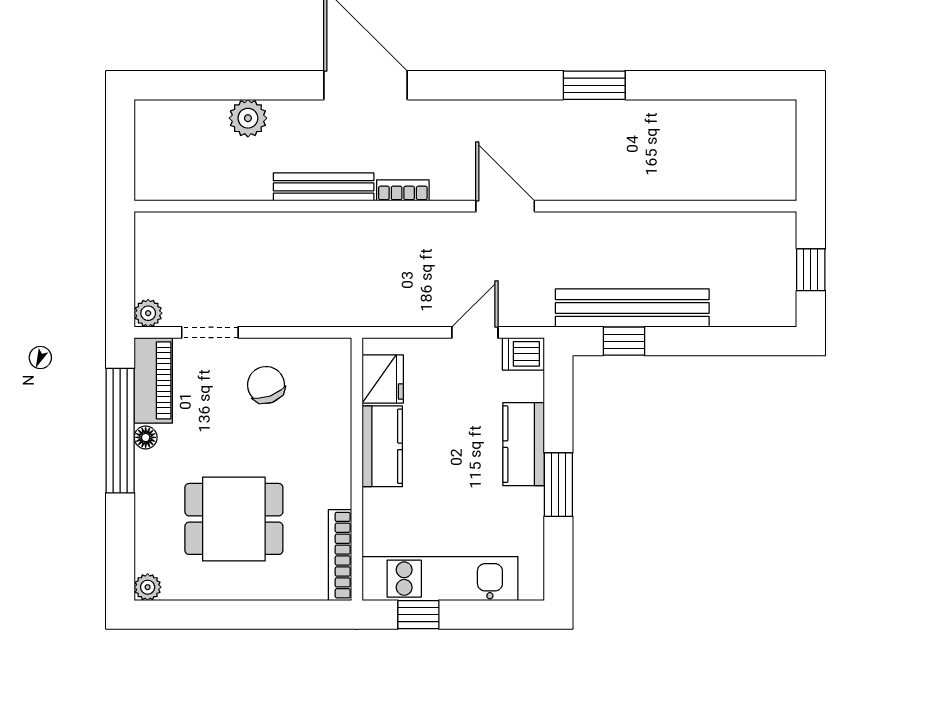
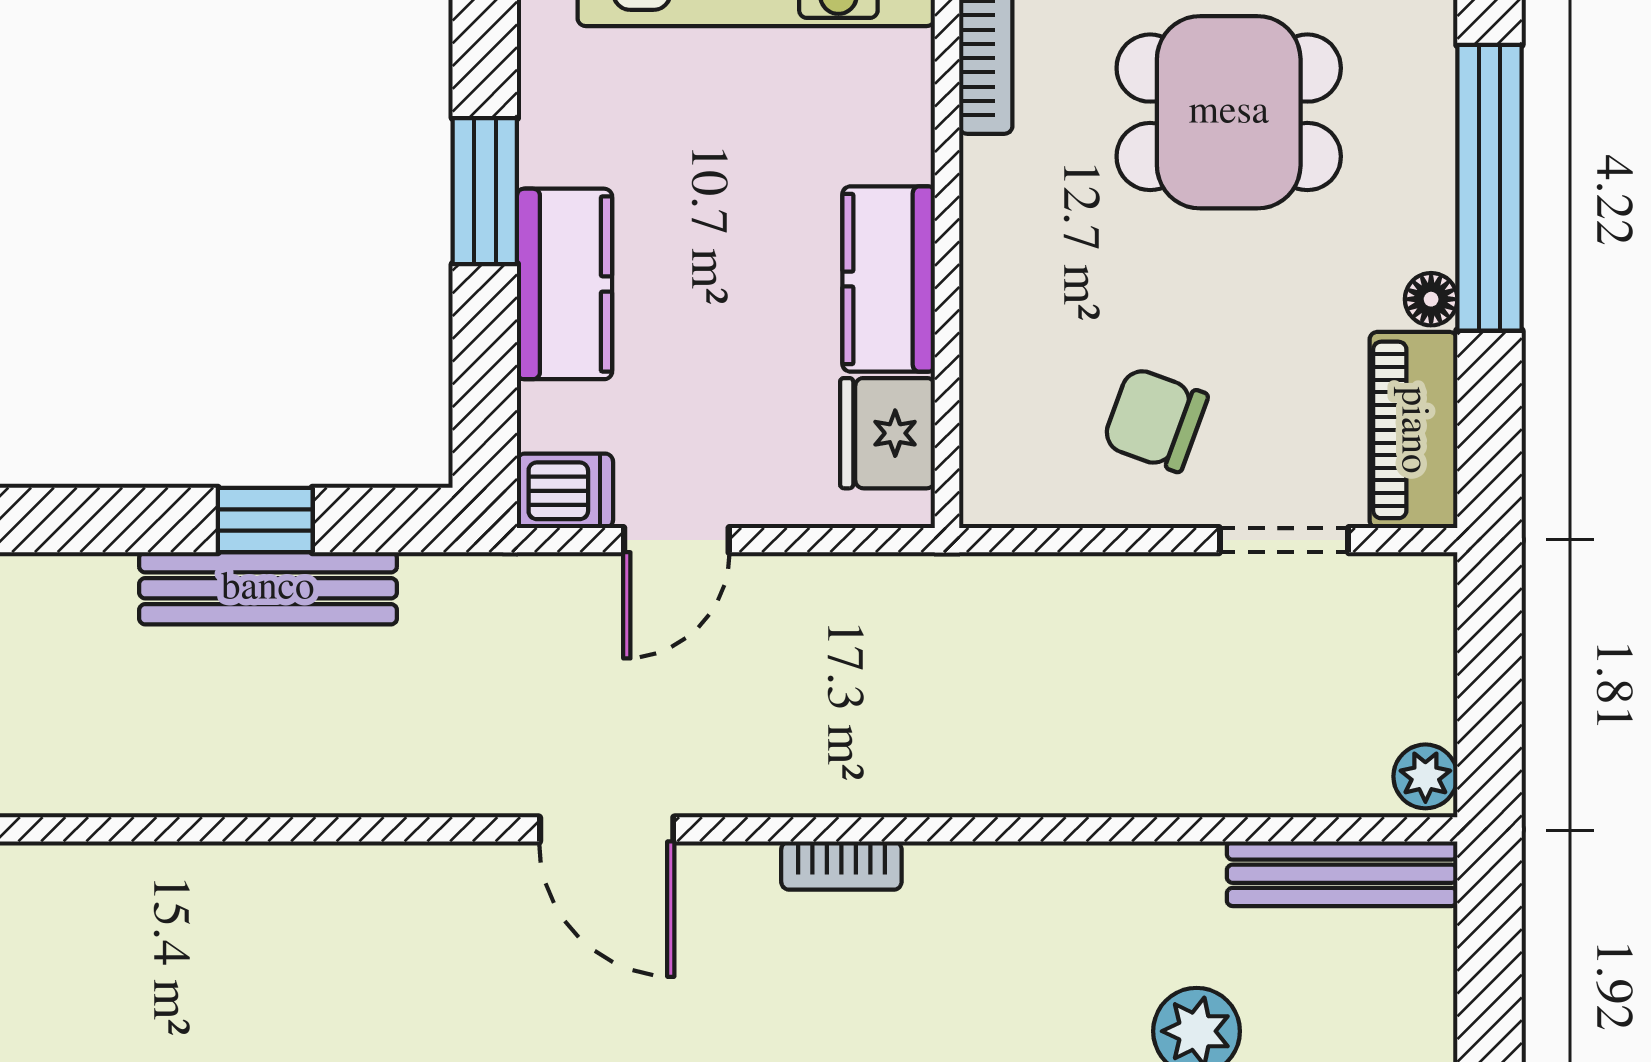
bench: (324, 187) -> (1342, 874), moved
bench: (632, 308) -> (268, 588), width x0.73, depth x0.82
plant: (148, 313) -> (1425, 776), moved
window: (624, 341) -> (265, 520), moved
chair: (266, 385) -> (1155, 420), turned 130
window: (120, 431) -> (1489, 188), moved

